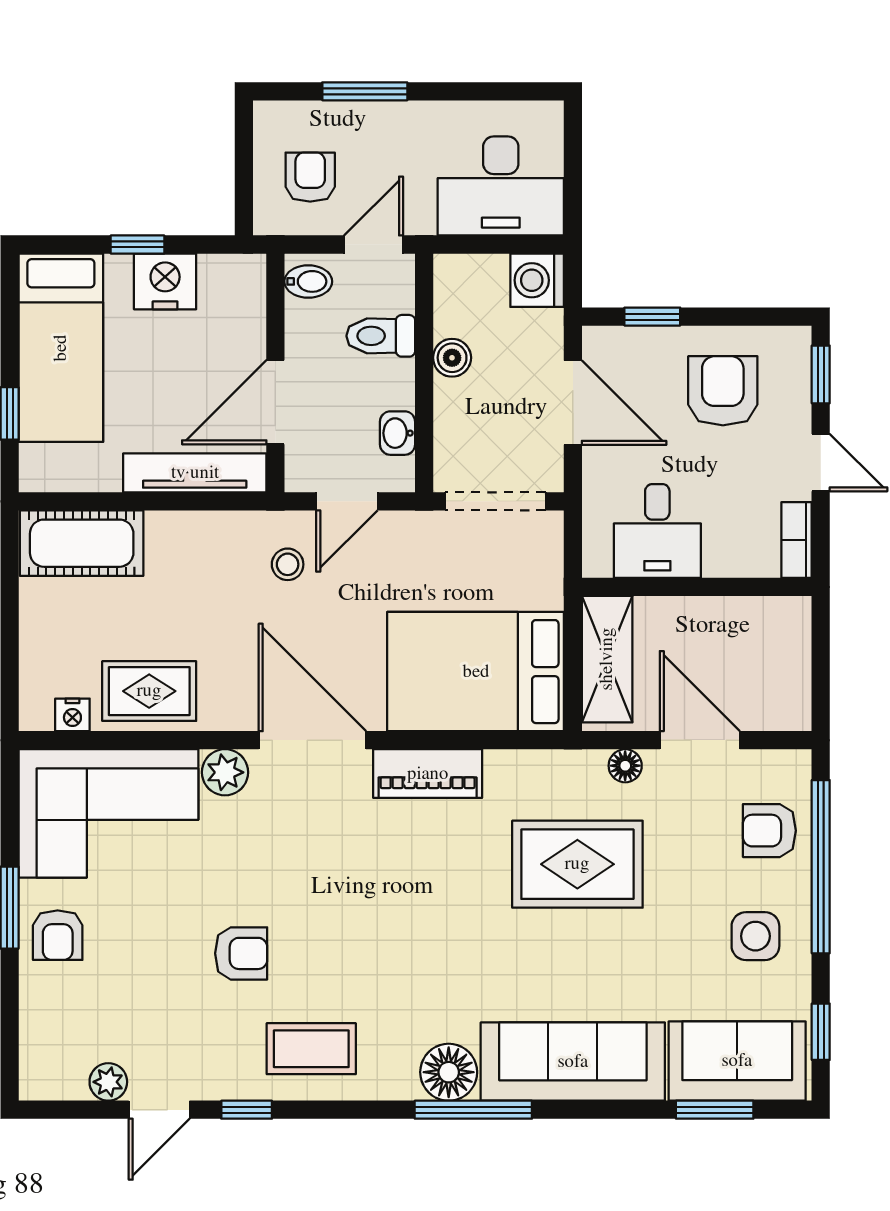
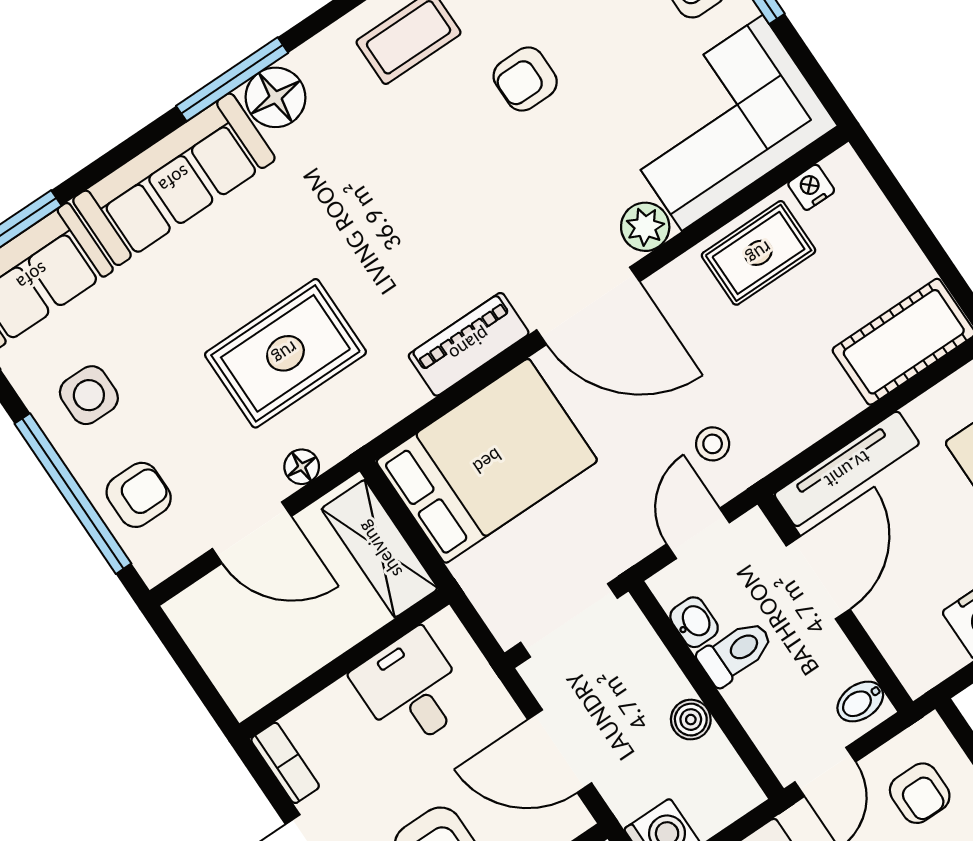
toilet: (381, 336) -> (736, 652), moved

